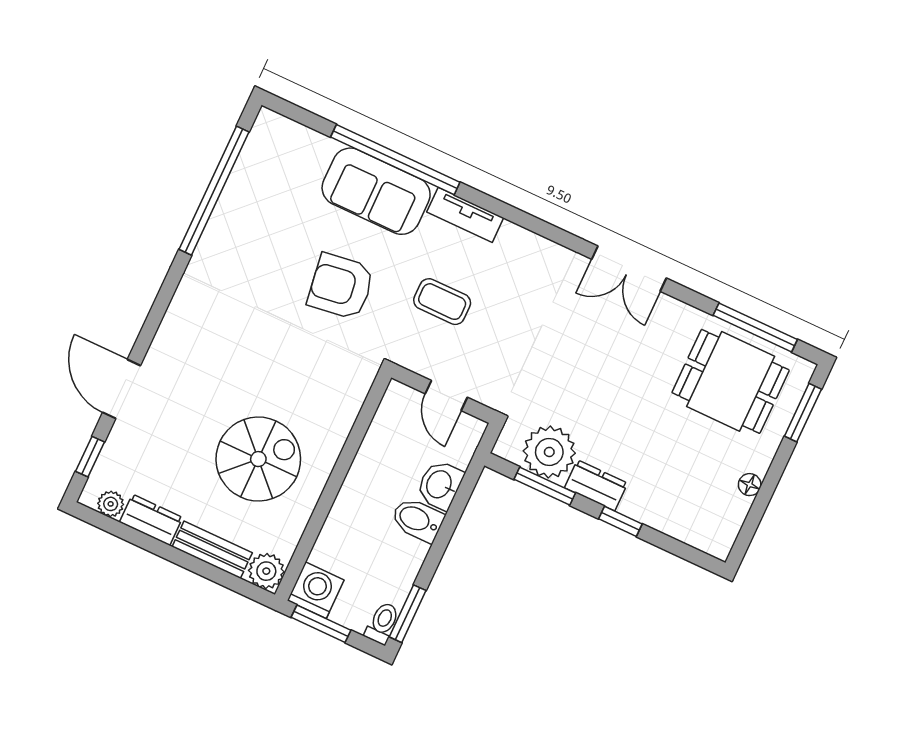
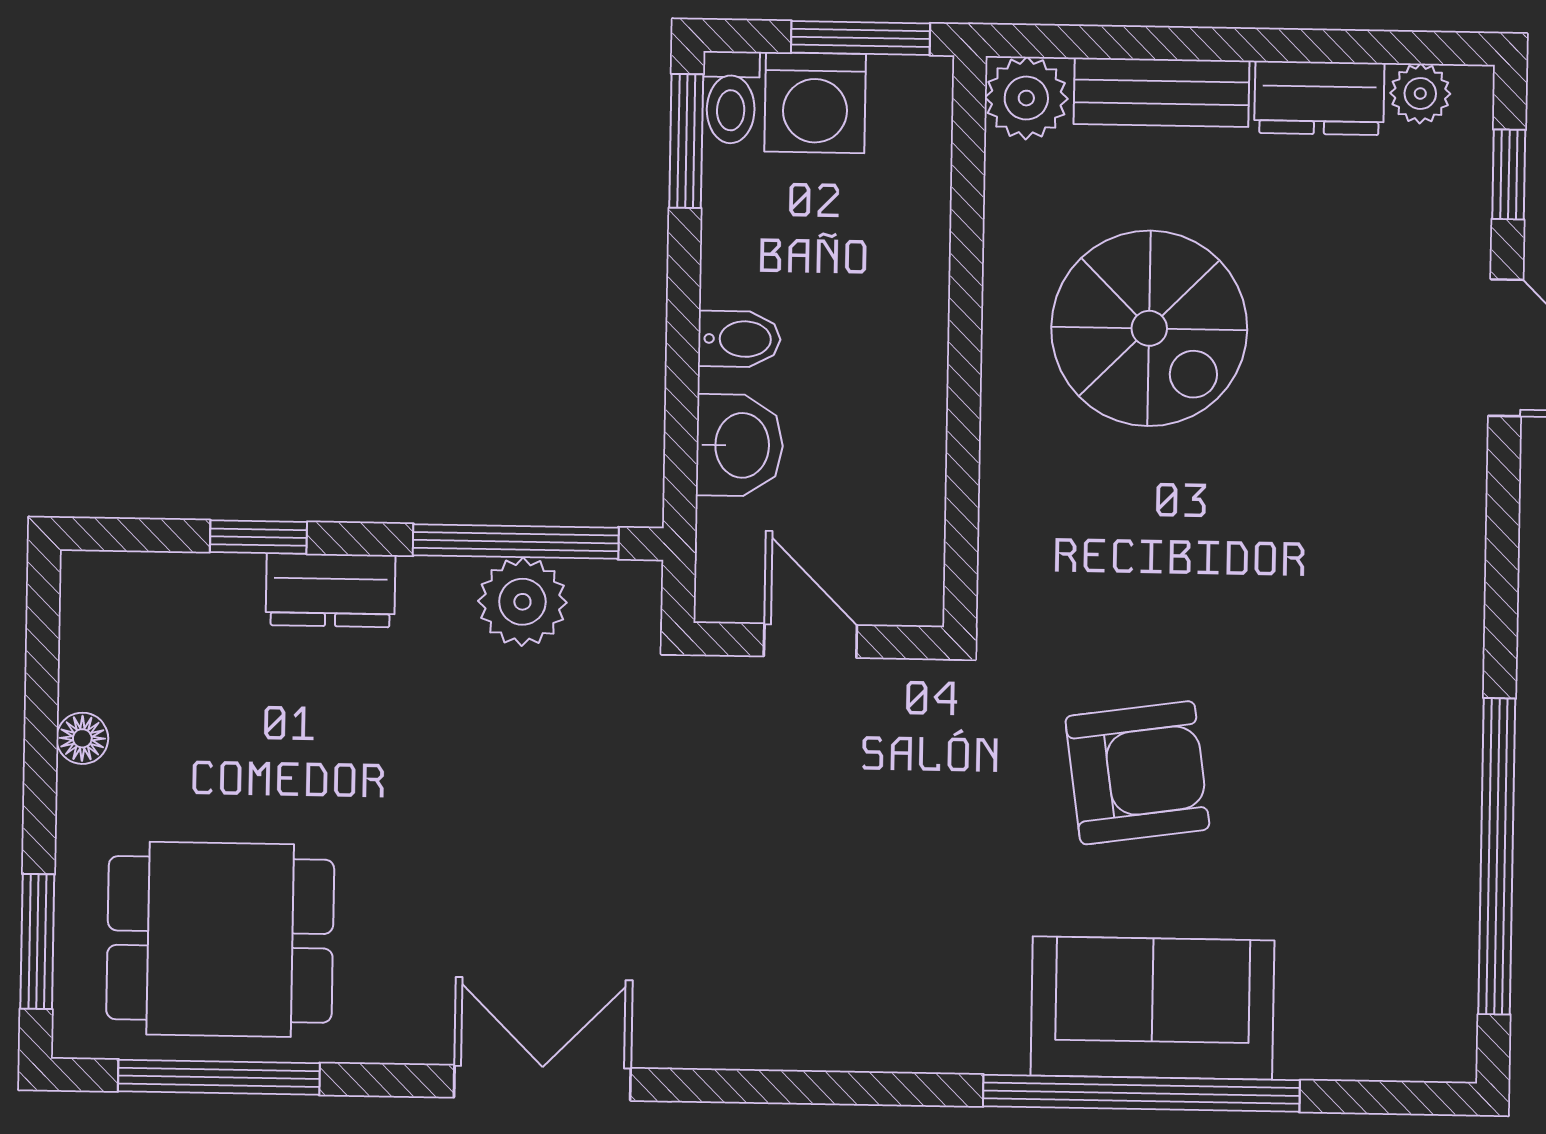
tv unit: (465, 215) -> (941, 1042), removed
coffee table: (442, 302) -> (908, 836), removed
plant: (549, 452) -> (522, 602), width x0.73, depth x0.73
spiral stairs: (258, 459) -> (1149, 328), turned -90
dresser: (596, 485) -> (331, 590), moved
window: (545, 486) -> (516, 541), width x1.44
bidet: (417, 520) -> (739, 339), width x0.72, depth x0.74
window: (620, 521) -> (258, 537), moved
washing machine: (316, 590) -> (815, 103), moved

